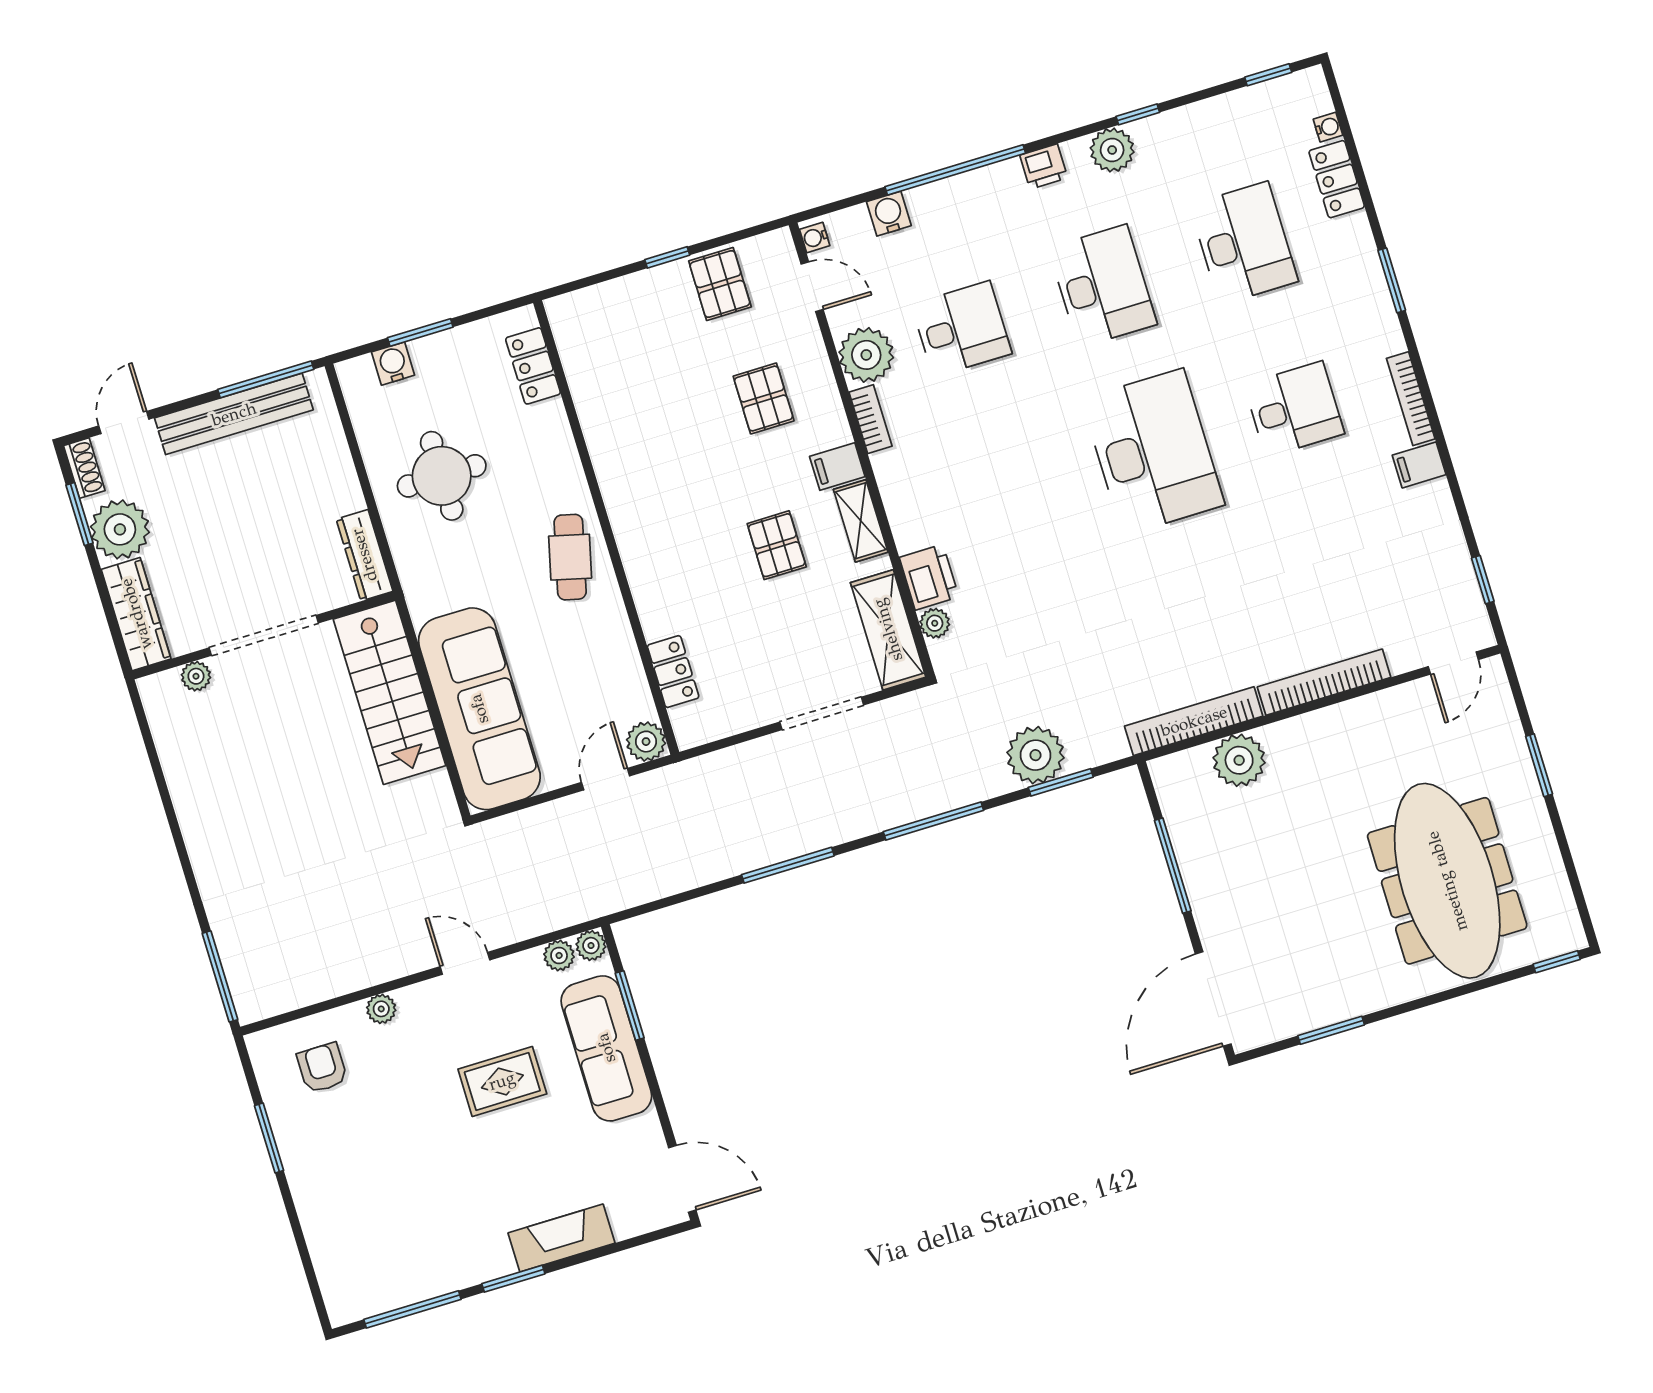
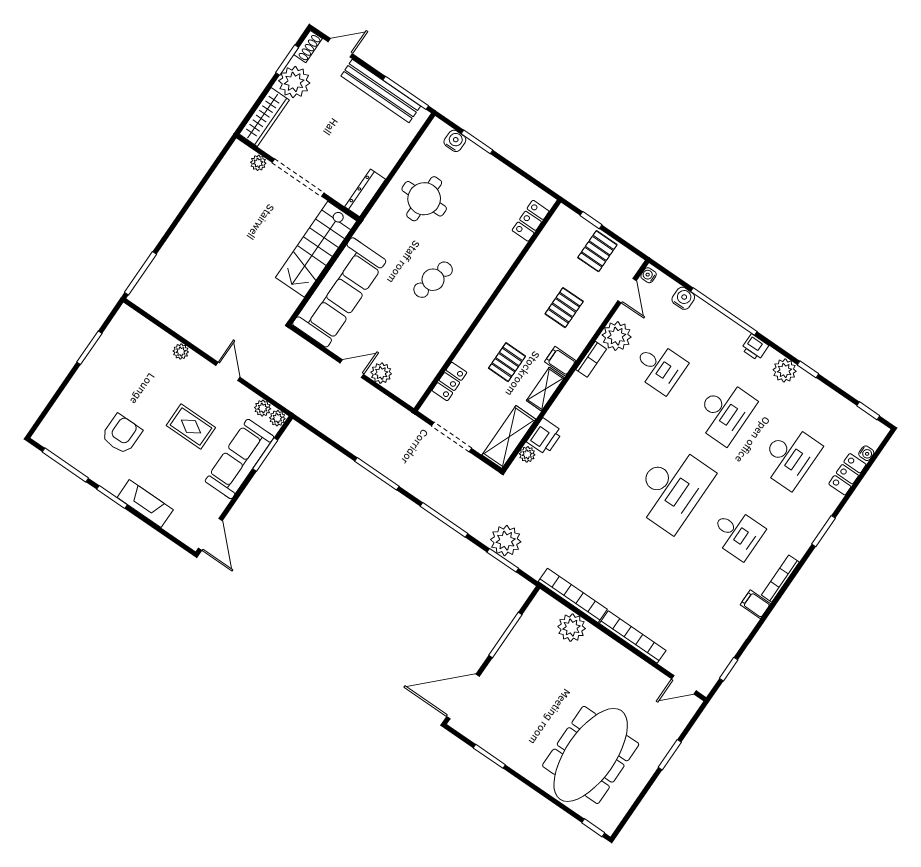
locker: (533, 366) -> (531, 221), moved
wall: (606, 527) -> (487, 305), moved
locker: (673, 672) -> (449, 382), moved
armchair: (322, 1068) -> (122, 434), moved, width x1.38, depth x1.38

